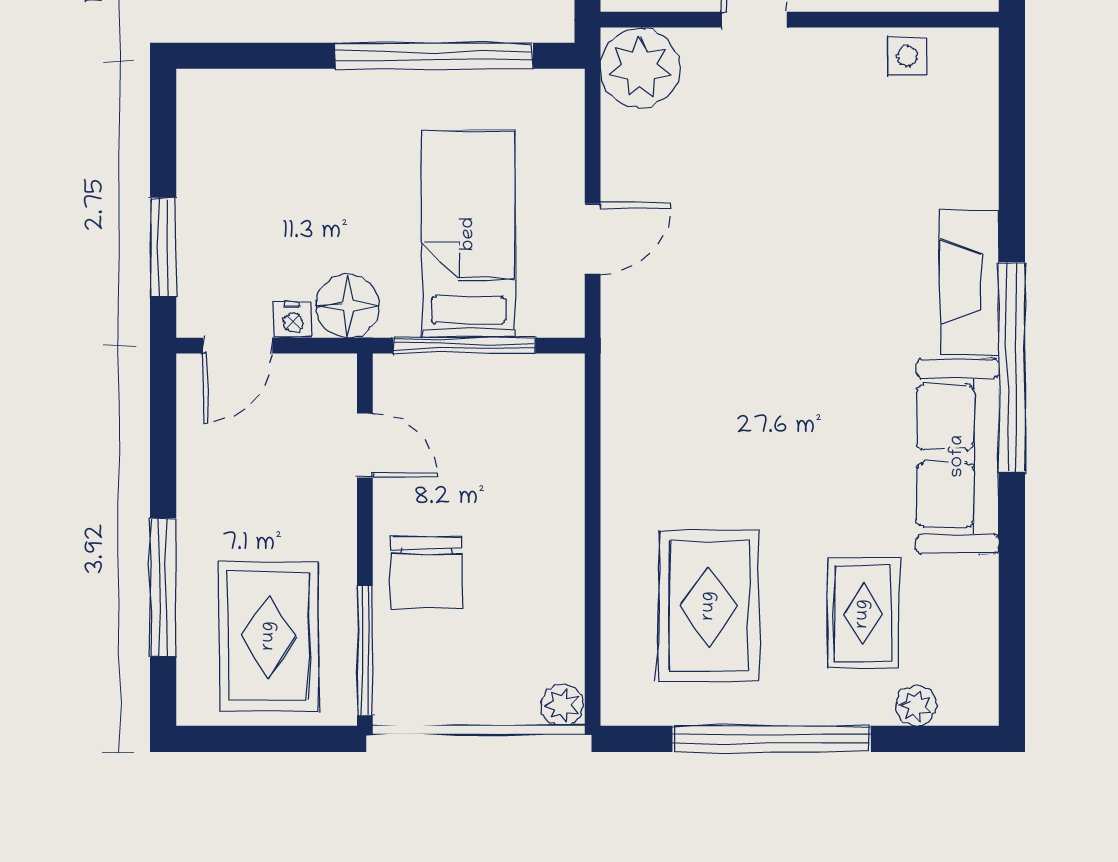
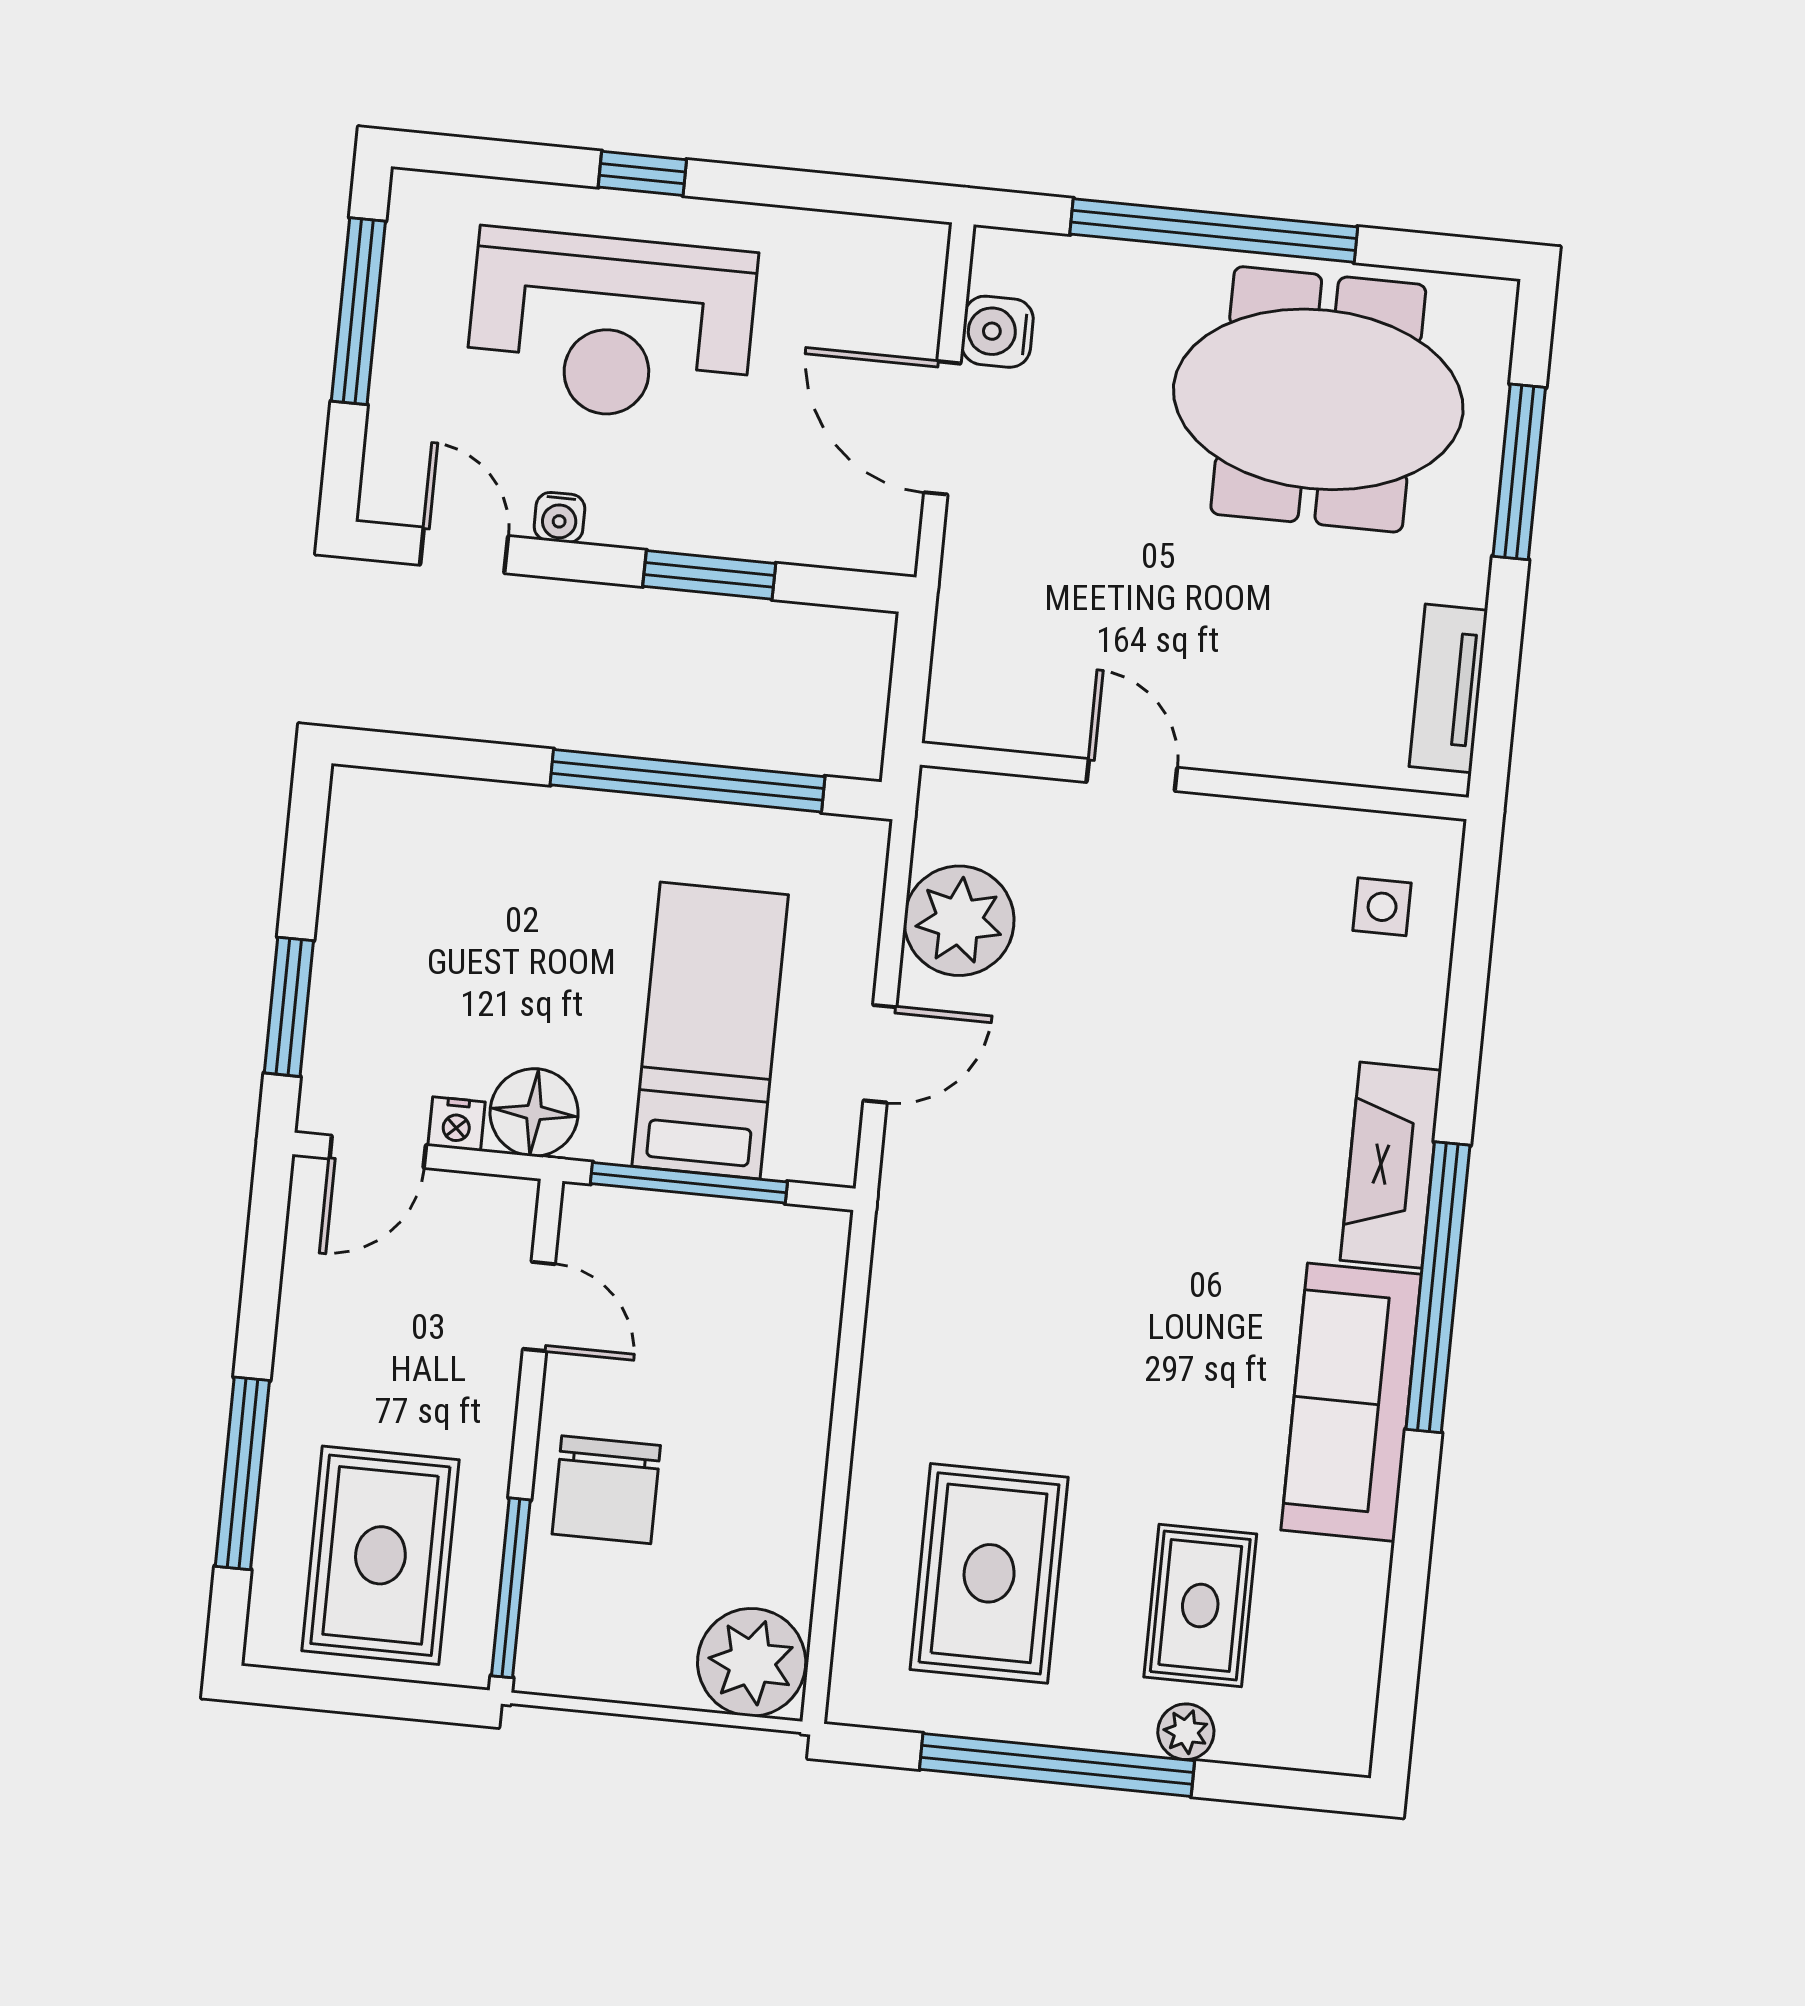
side table: (907, 56) -> (1382, 907), moved
plant: (640, 68) -> (959, 921), moved
plant: (562, 705) -> (752, 1662), width x1.88, depth x1.88
plant: (916, 706) -> (1186, 1732), moved

